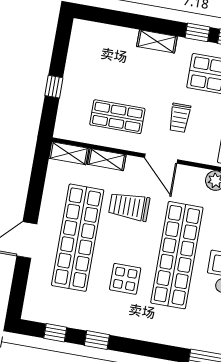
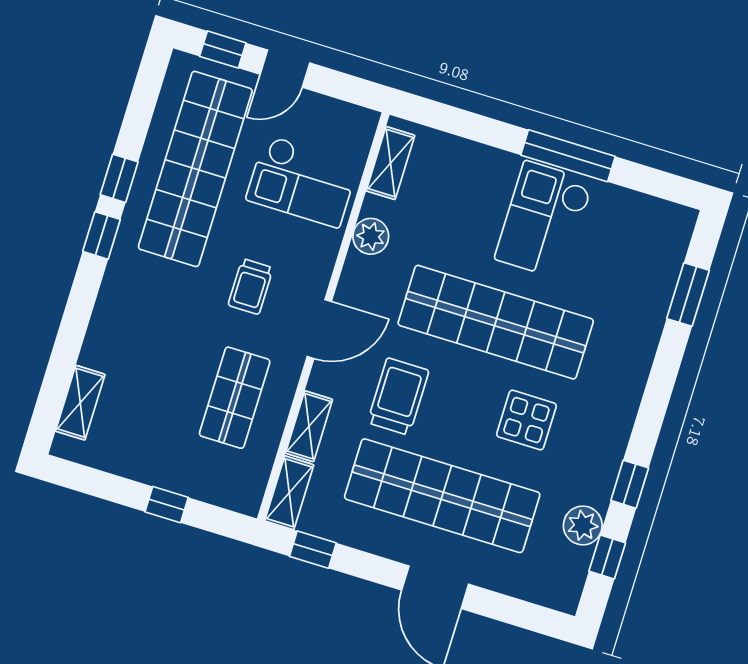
shelving: (157, 41) -> (80, 403), moved
trolley: (180, 118) -> (251, 287), turned 90
window: (39, 170) -> (313, 550), added
trolley: (129, 207) -> (398, 396), turned 180
plant: (71, 317) -> (583, 525), added

